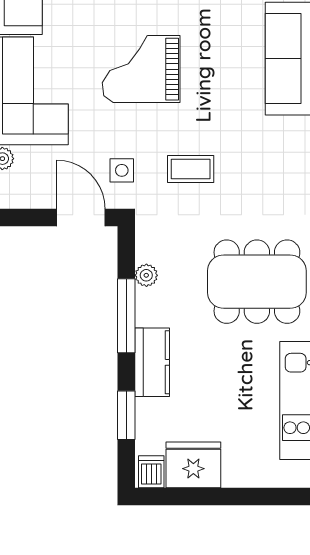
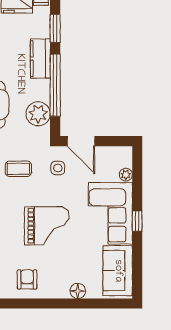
plant: (146, 275) -> (38, 114), width x1.88, depth x1.88
window: (126, 316) -> (55, 85), width x1.46

